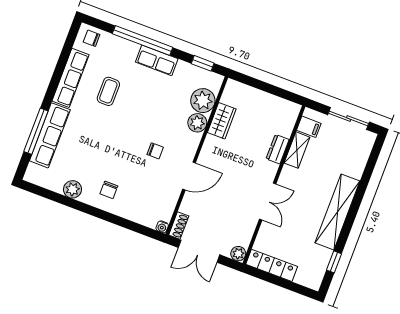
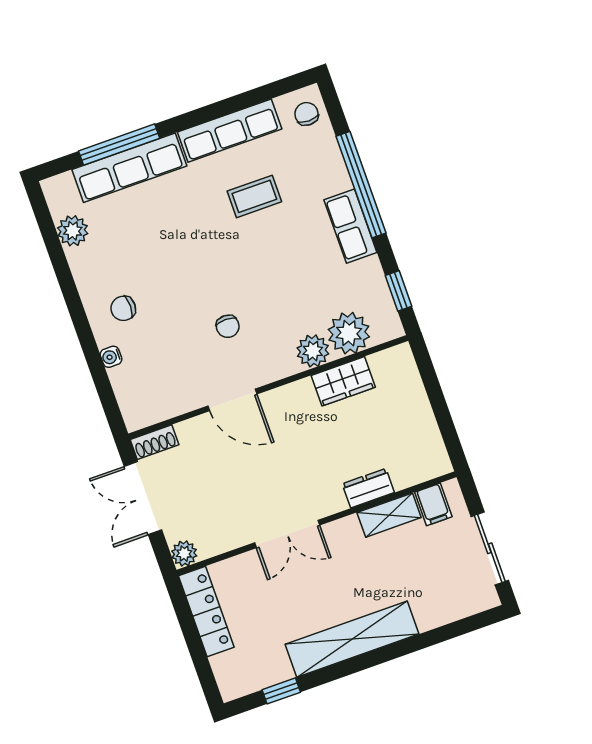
plant: (72, 189) -> (73, 231), moved
water cooler: (162, 227) -> (111, 357), moved

